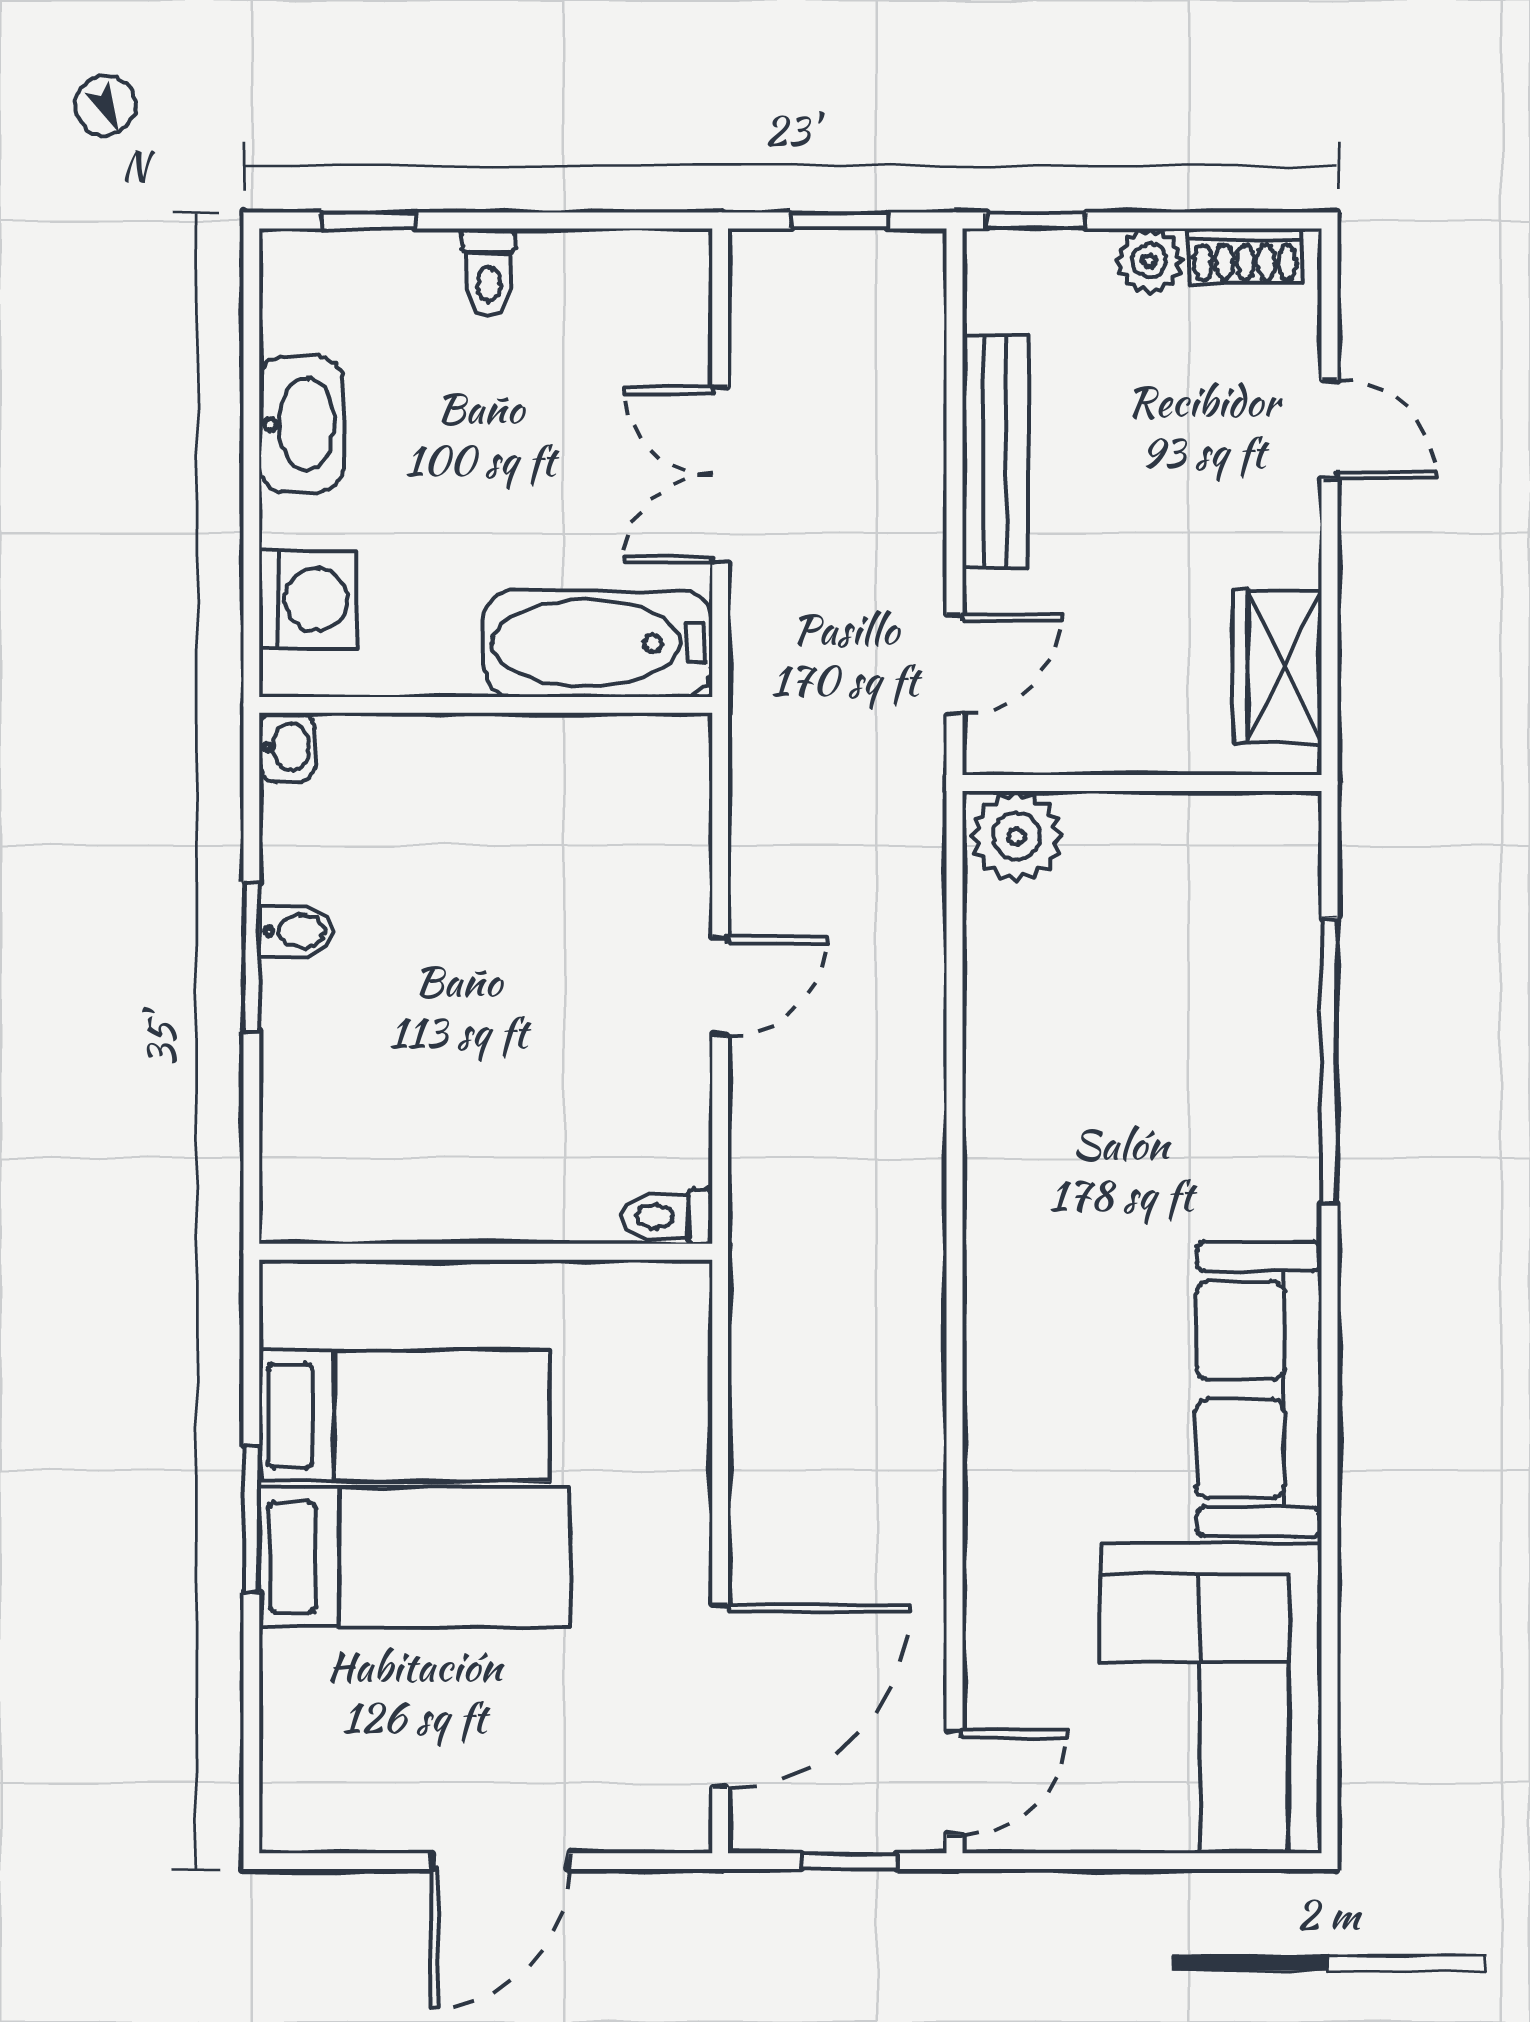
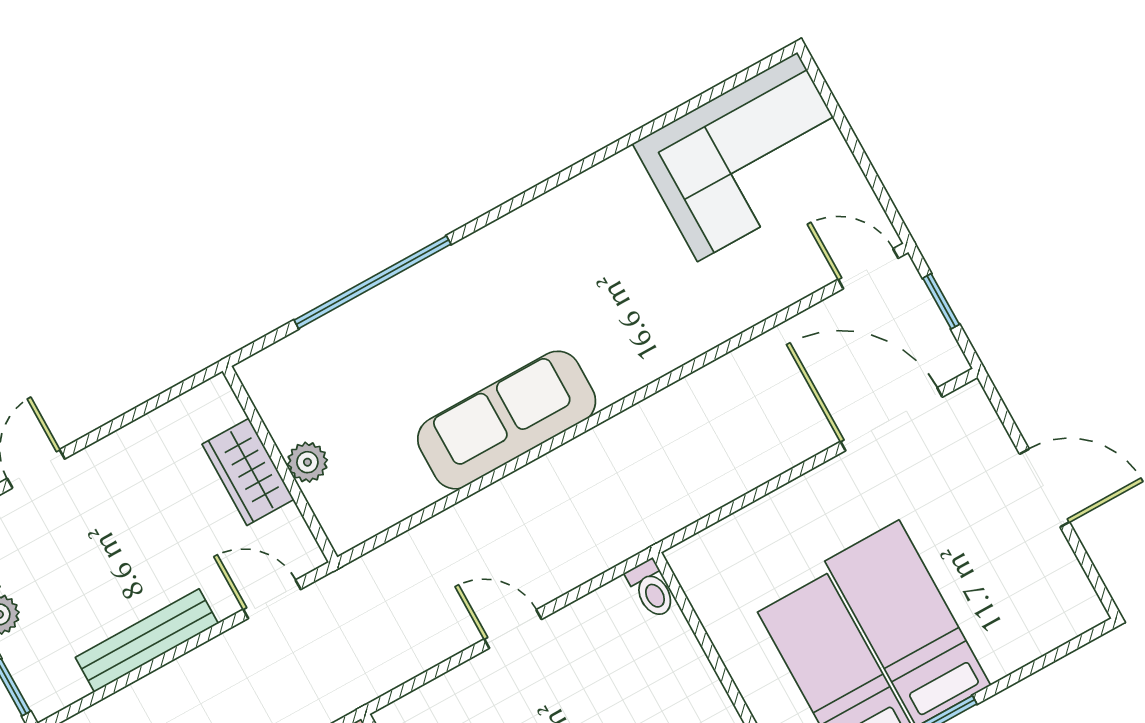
wardrobe: (1277, 666) -> (248, 472), moved, turned 90
plant: (1016, 836) -> (307, 462), moved, width x0.73, depth x0.73
sofa: (1259, 1389) -> (507, 420), moved, turned 180

